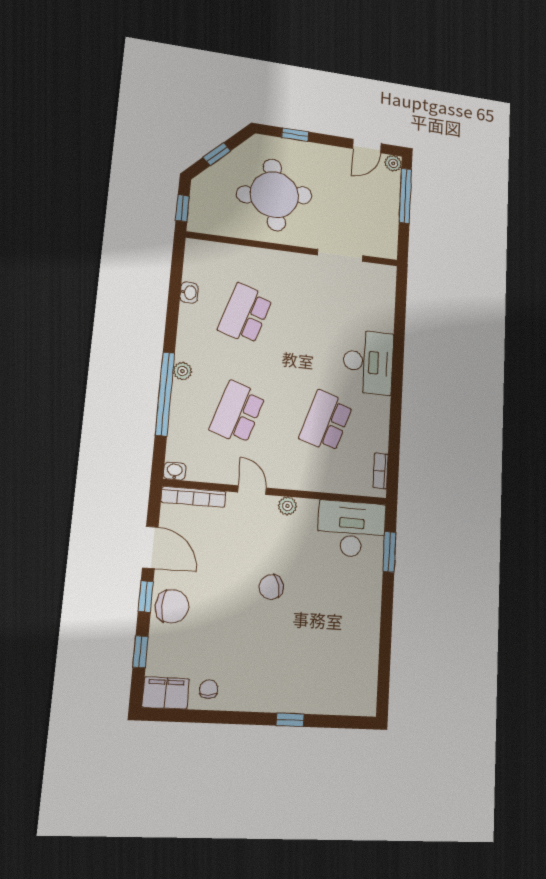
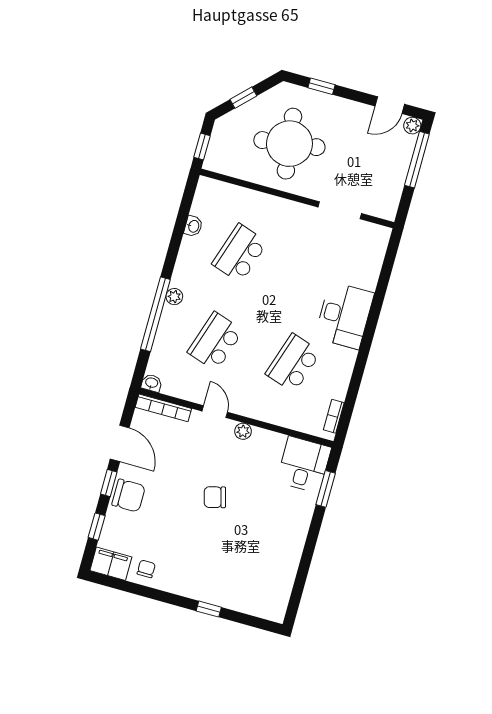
desk: (351, 529) -> (304, 465), width x0.73

